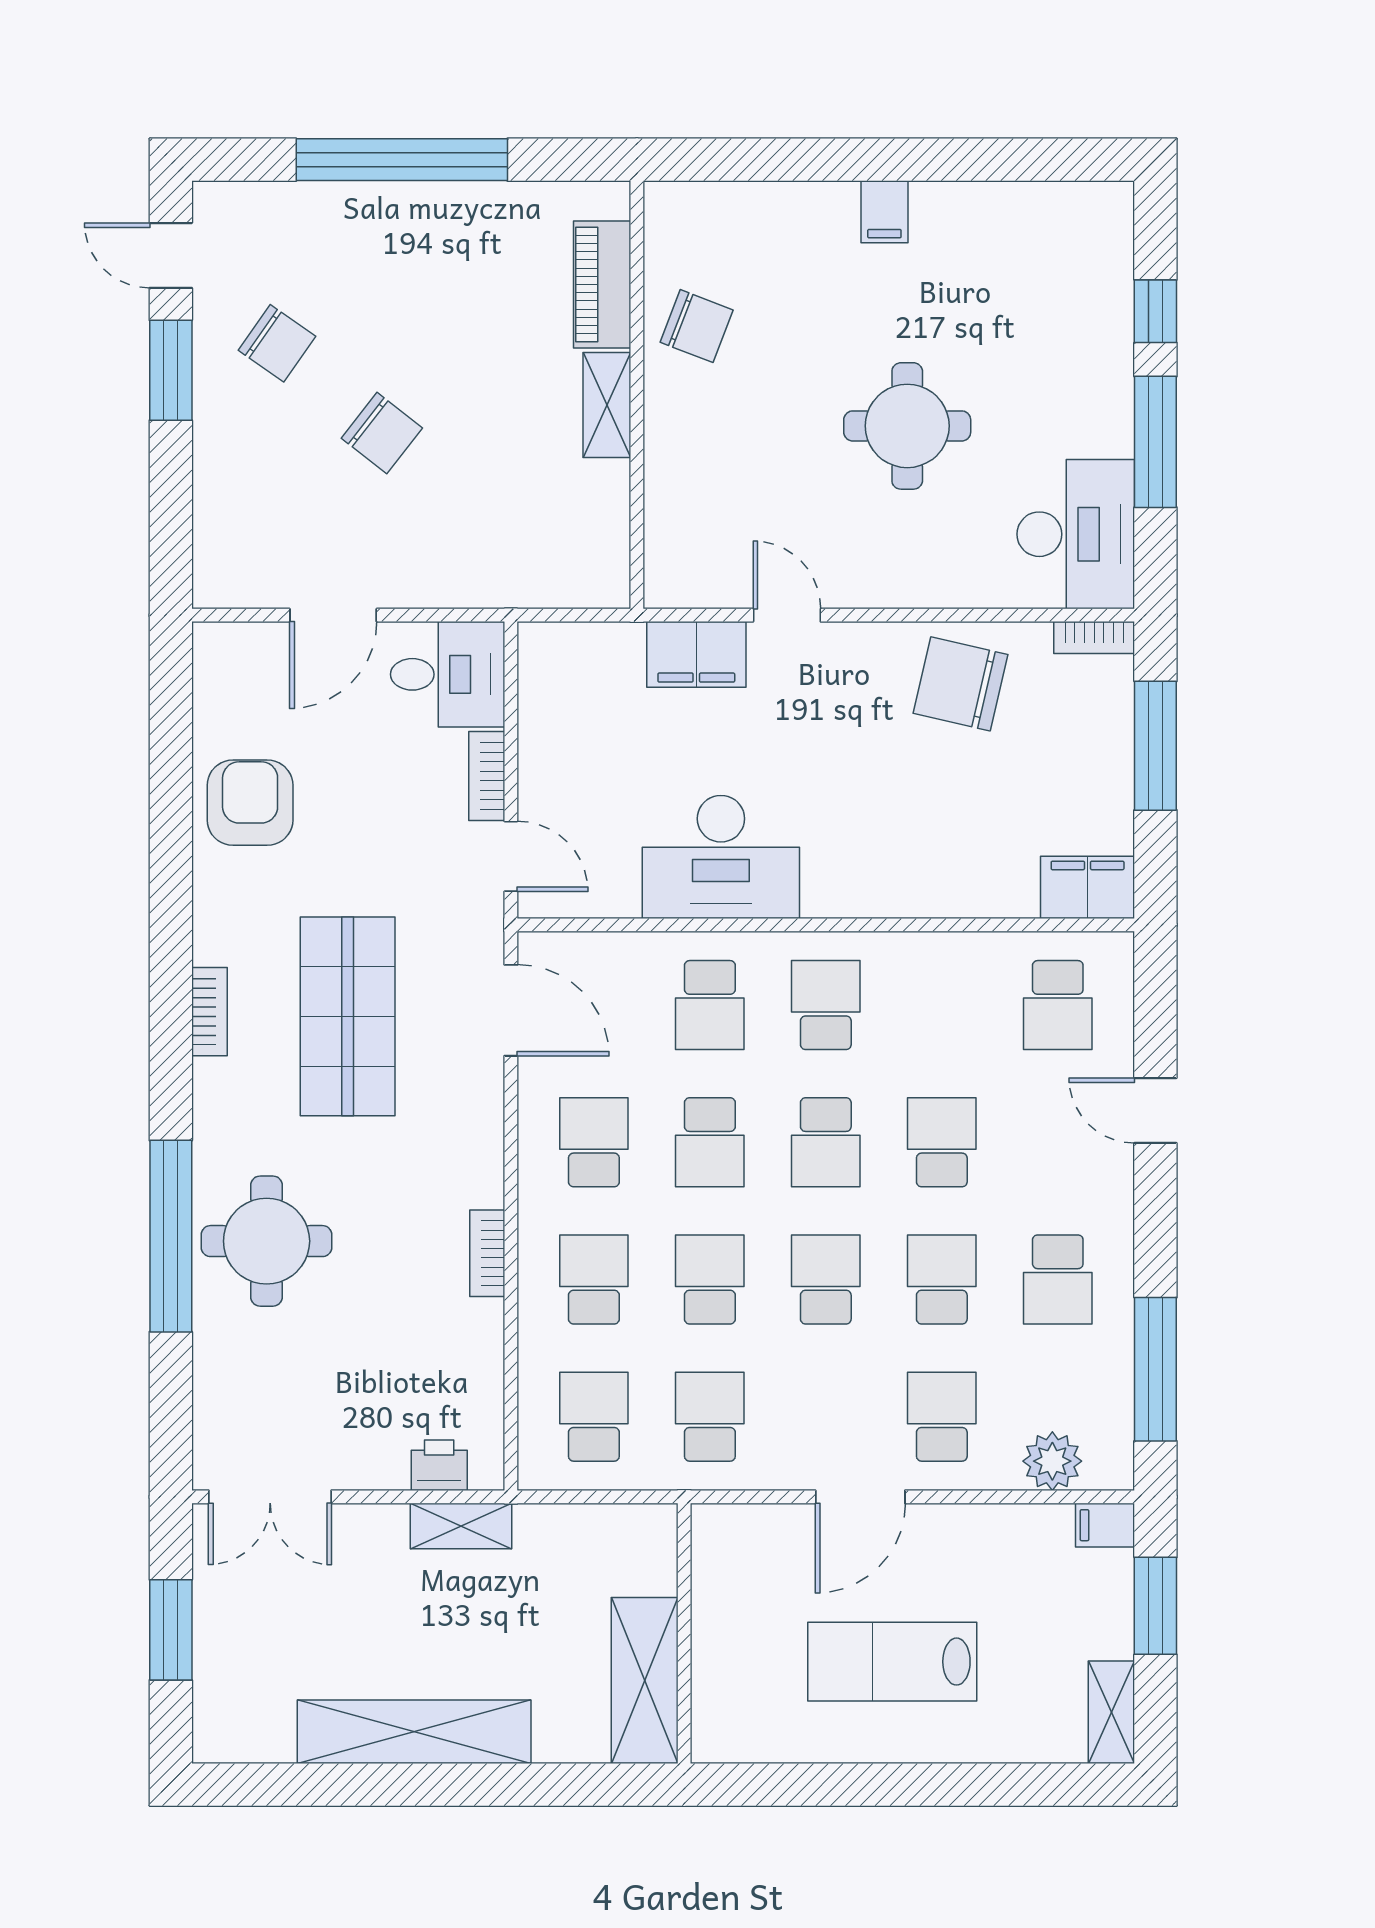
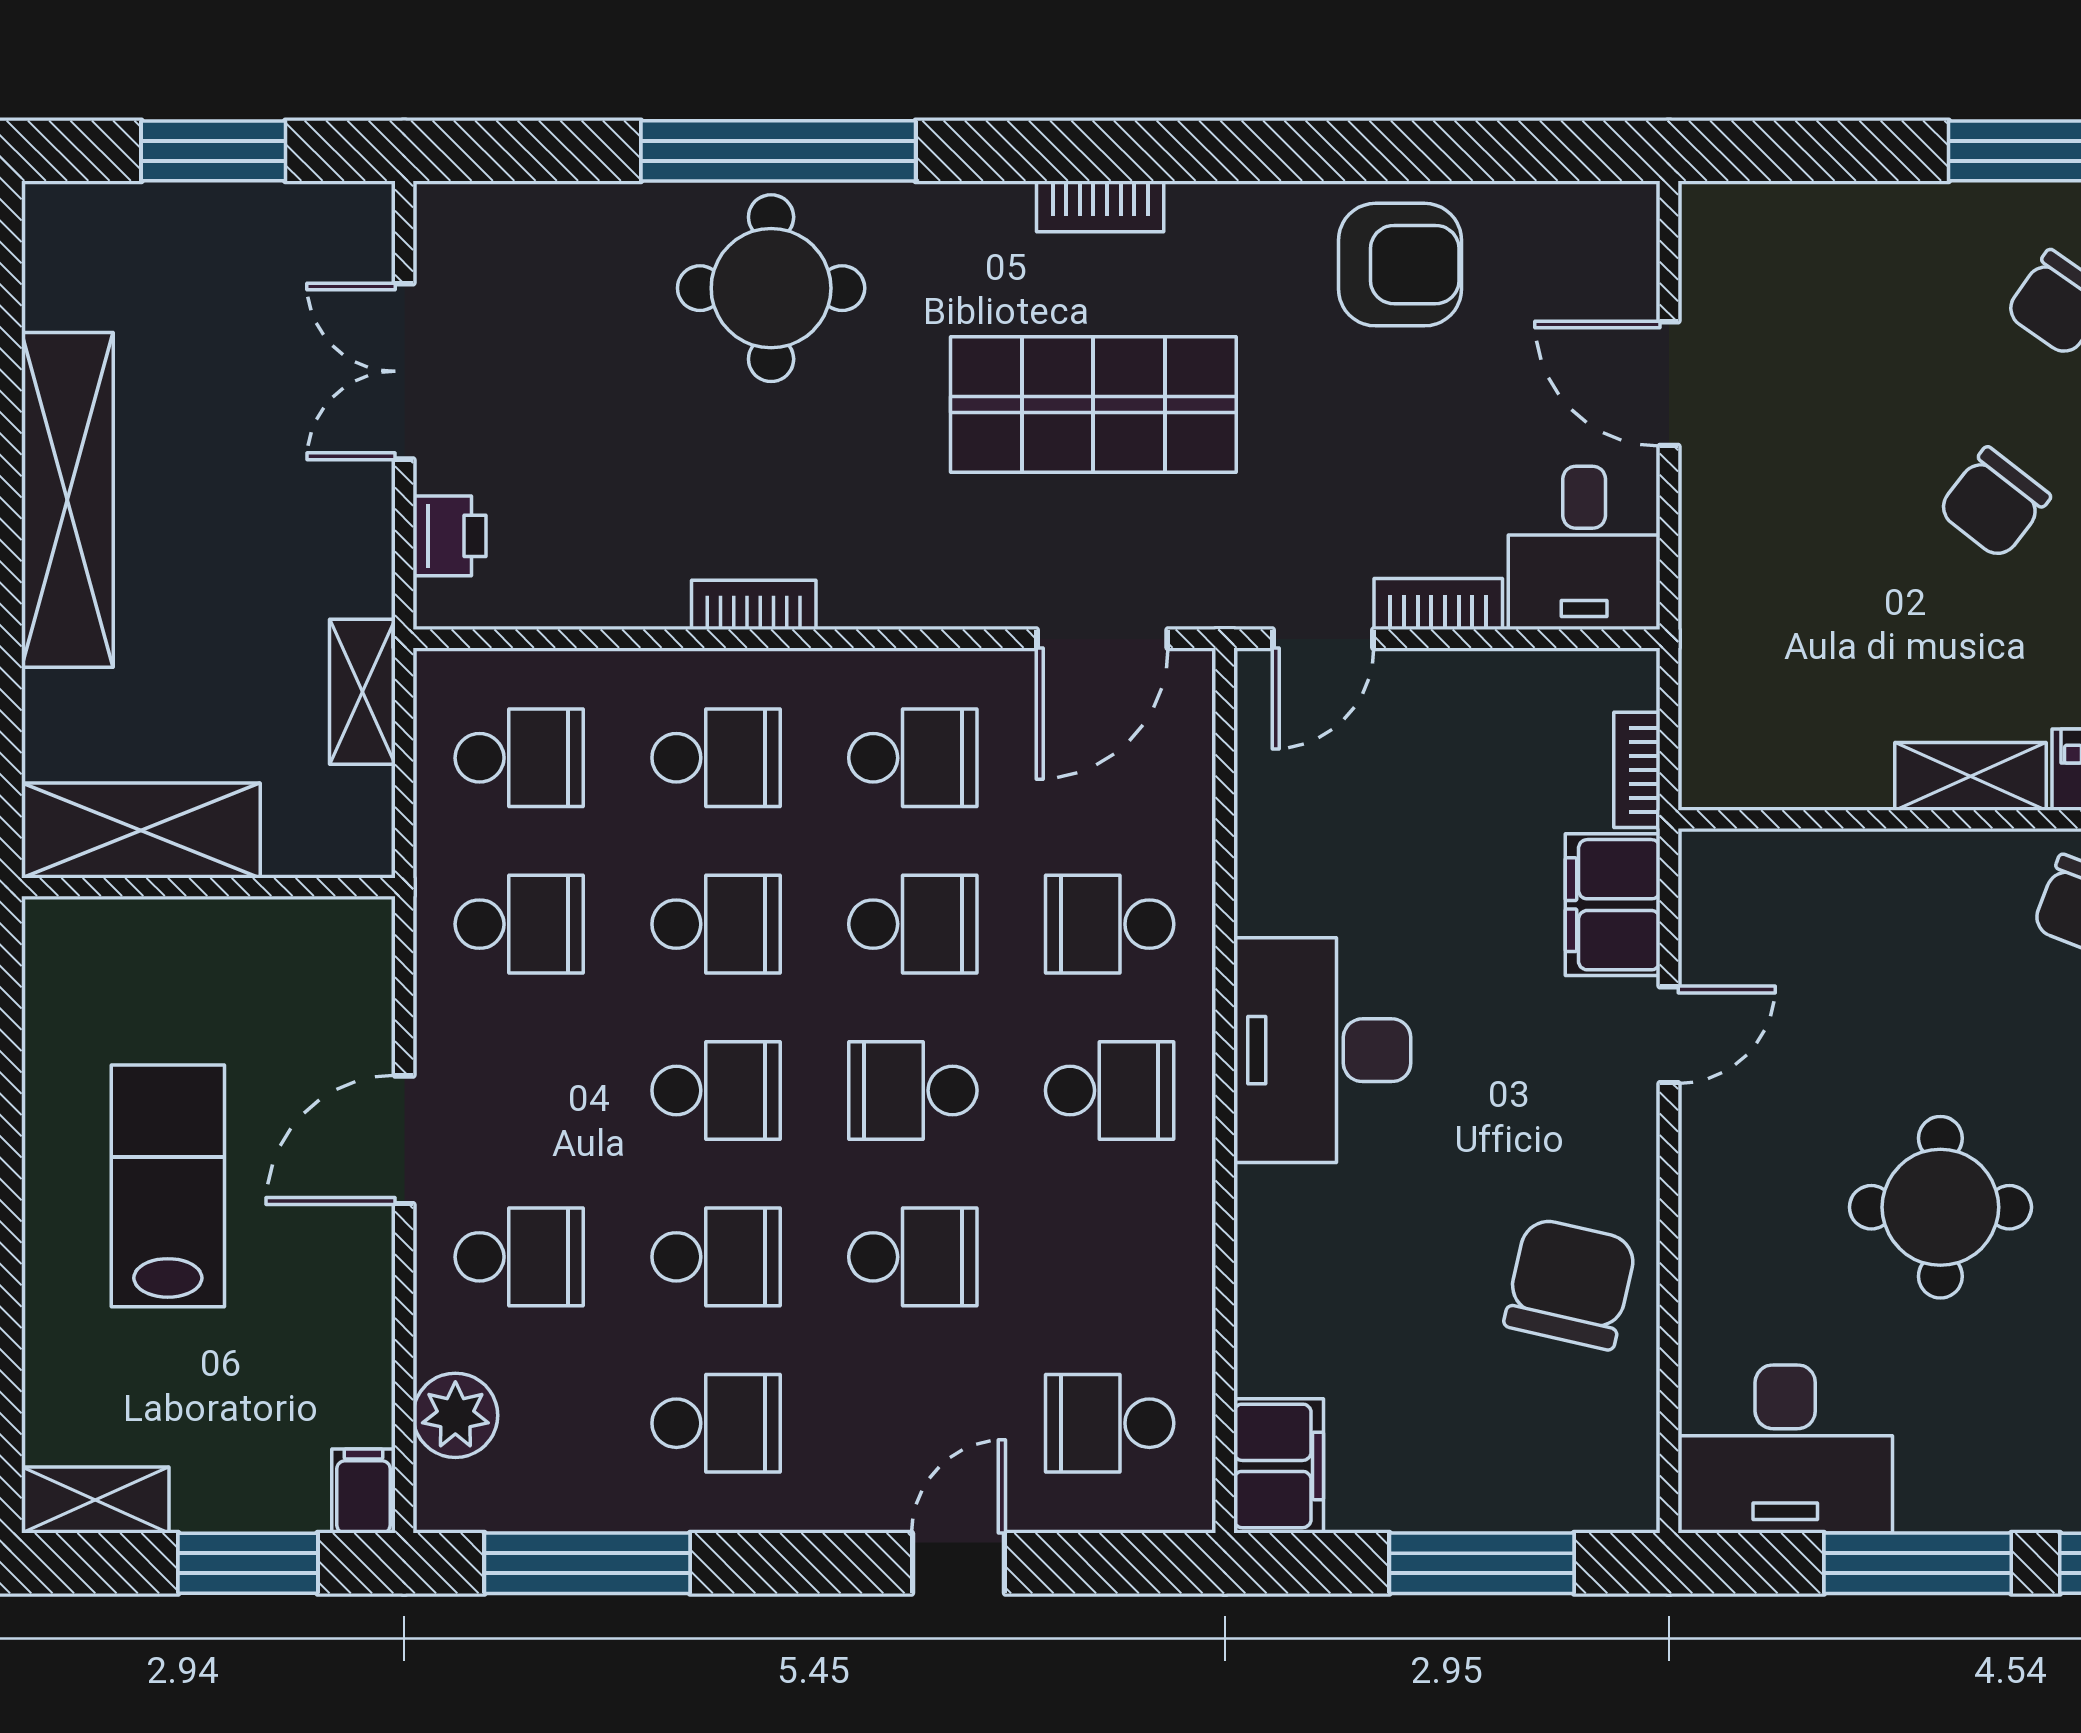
chair: (382, 433) -> (1994, 503), moved
bookcase: (1094, 638) -> (1637, 770), moved
desk: (721, 857) -> (1322, 1050), moved
school desk: (710, 1142) -> (913, 924), turned 180
school desk: (1058, 1279) -> (716, 1423), turned 180
double door: (270, 1497) -> (404, 371), moved
door: (860, 1497) -> (404, 1140), hinge flipped
shelving: (461, 1526) -> (362, 692), moved

